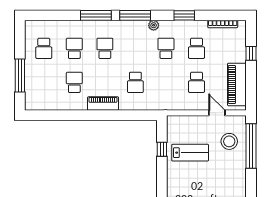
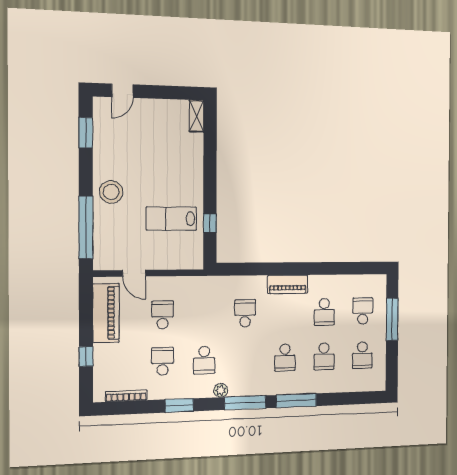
school desk: (44, 48) -> (362, 355), turned 180
school desk: (44, 82) -> (363, 311), added
stool: (229, 141) -> (111, 192), moved

